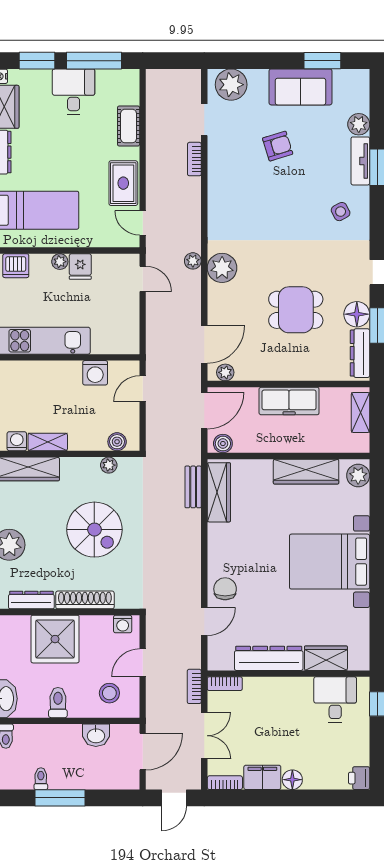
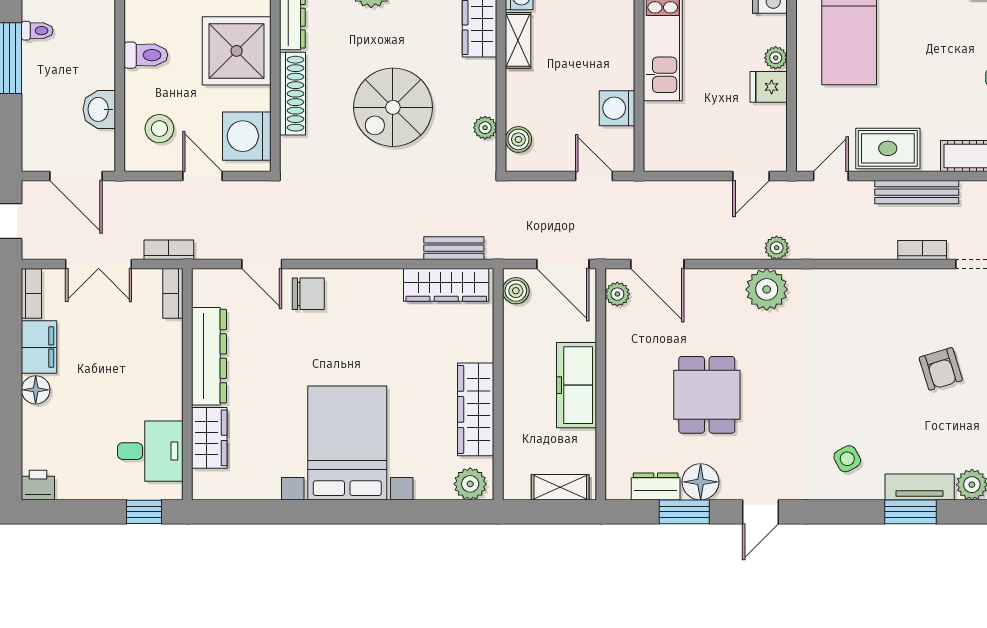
bench: (154, 163) -> (917, 192), added
dresser: (360, 353) -> (656, 486), width x0.70
washing machine: (123, 624) -> (247, 136), width x1.89, depth x1.89

